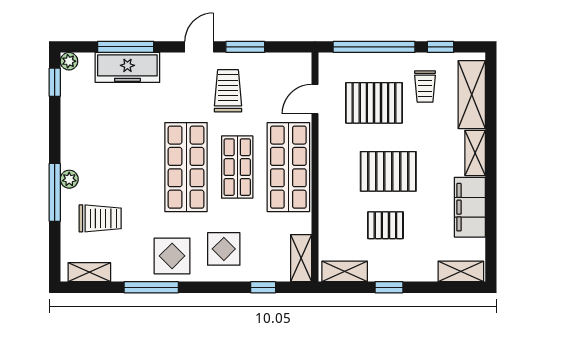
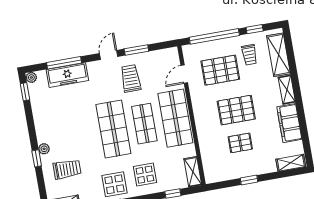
window: (55, 192) -> (37, 158), width x0.46
shelving: (345, 271) -> (220, 175), removed

